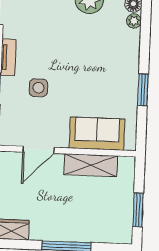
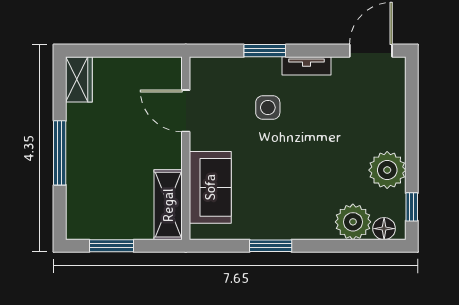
plant: (134, 21) -> (353, 222), width x1.87, depth x1.87
shelving: (91, 165) -> (168, 205), moved

